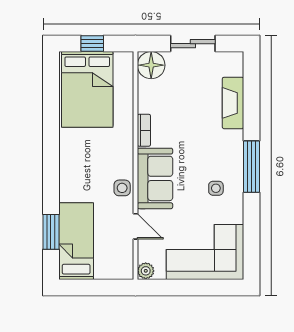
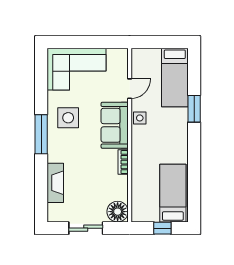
bed: (87, 89) -> (173, 193), width x0.67
side table: (216, 188) -> (68, 118), width x1.87, depth x1.87
door: (135, 226) -> (130, 89), swing flipped
window: (51, 232) -> (194, 109), moved
plant: (146, 271) -> (122, 55), removed

